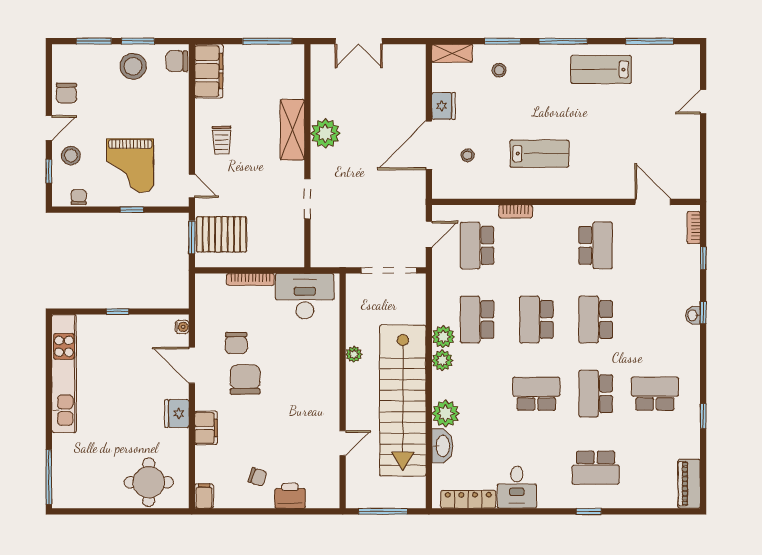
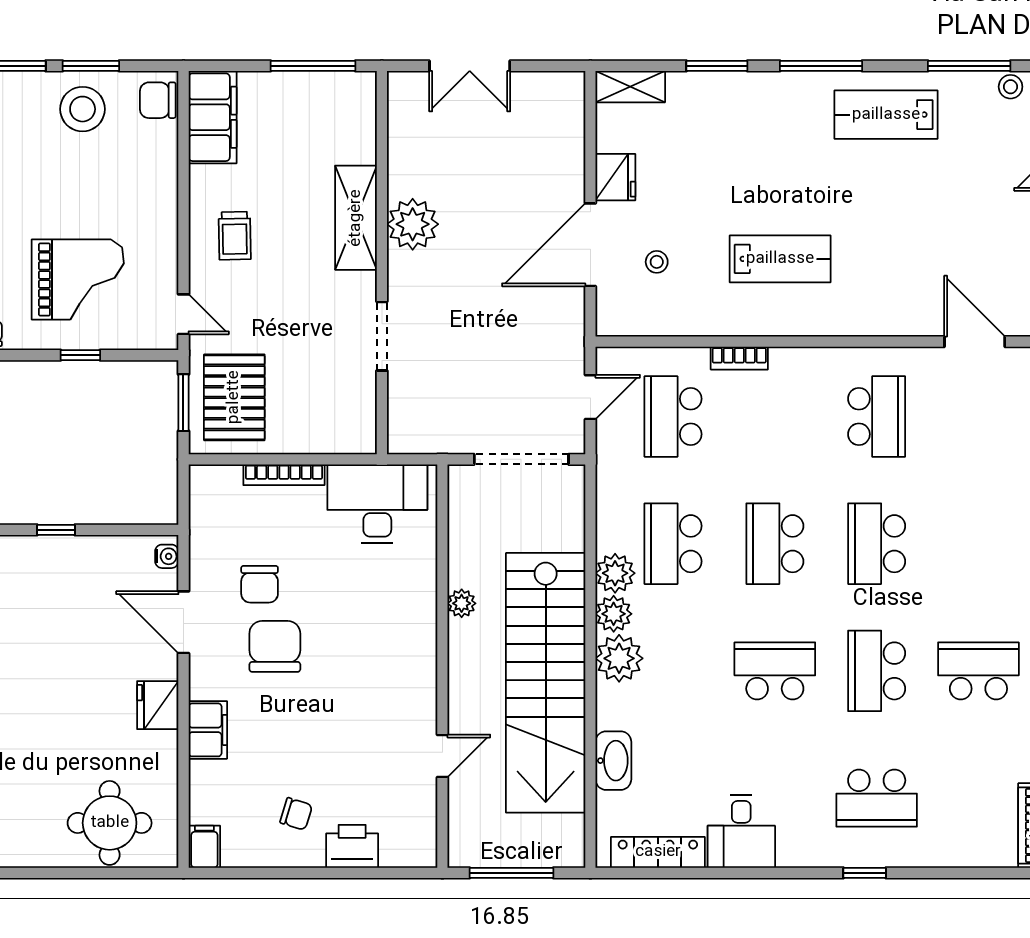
stool: (499, 70) -> (1011, 87), moved
grand piano: (130, 166) -> (78, 279), turned -90
pallet: (221, 234) -> (234, 397), turned 90
plant: (446, 413) -> (619, 658), moved

